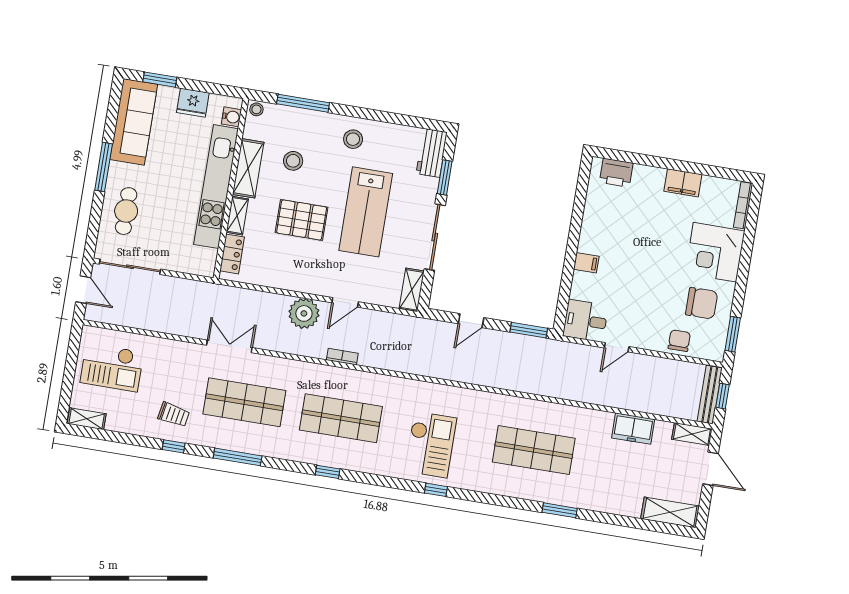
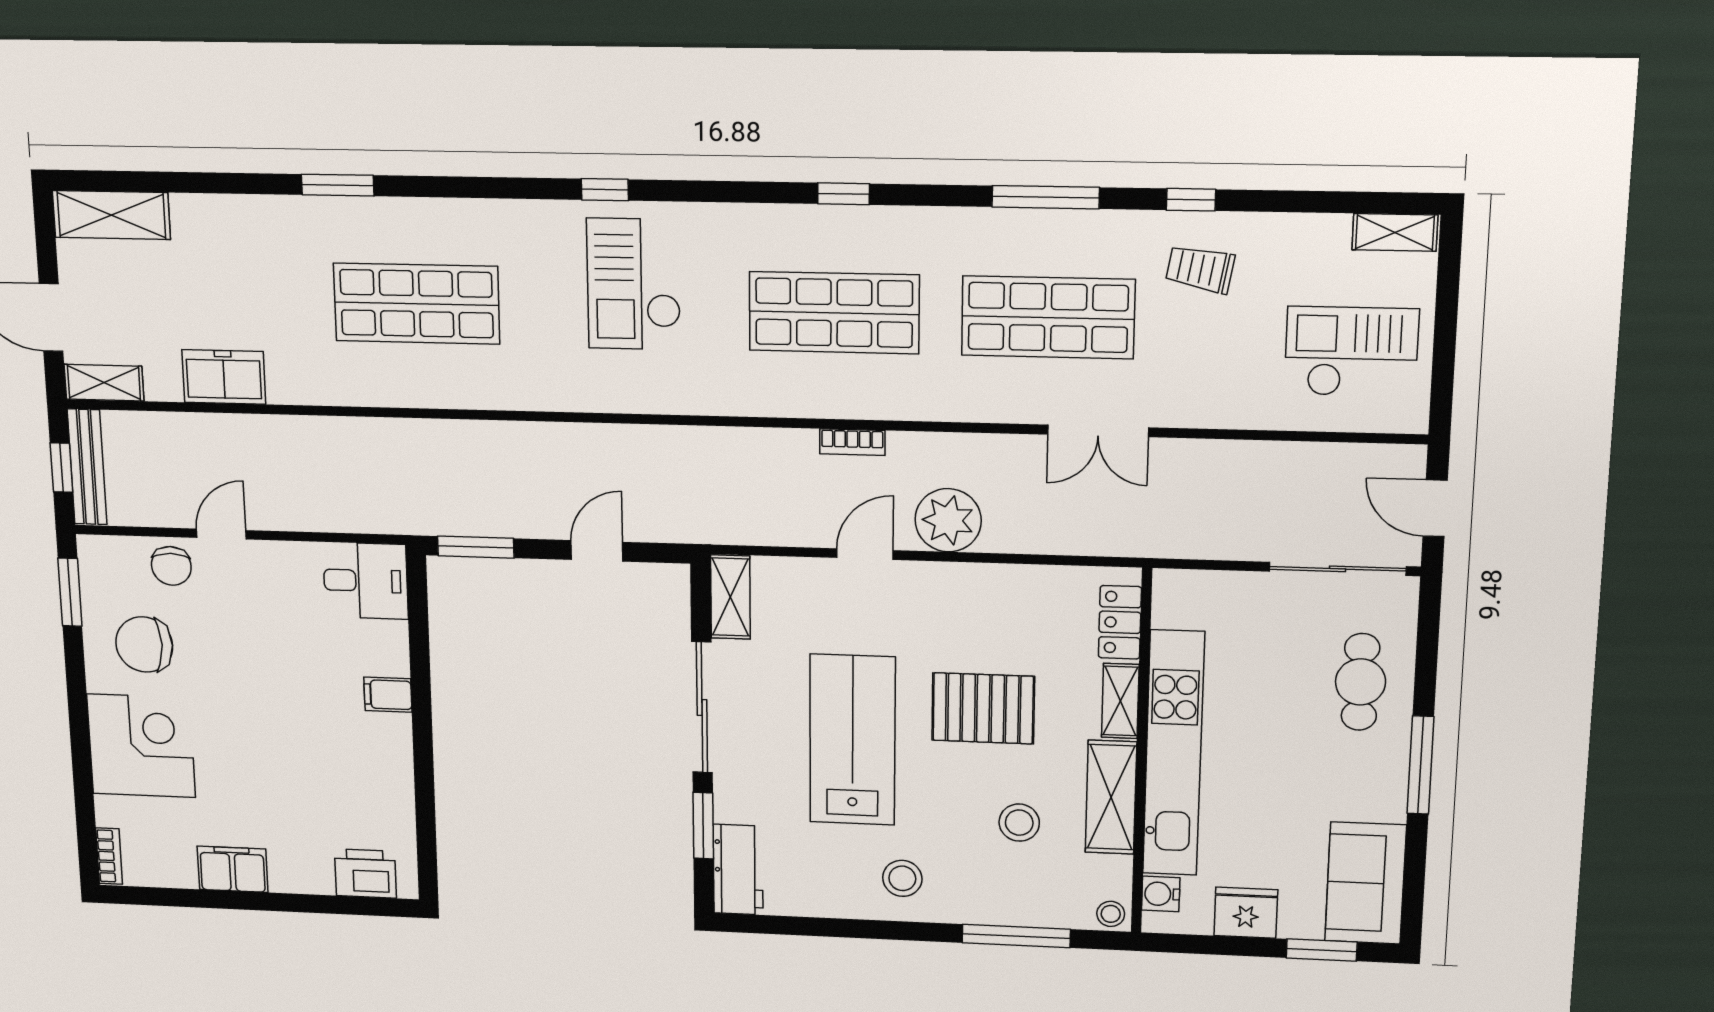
sofa: (134, 122) -> (1365, 883), width x0.73
bookcase: (743, 205) -> (109, 856), width x0.64
door: (617, 347) -> (221, 534), moved

